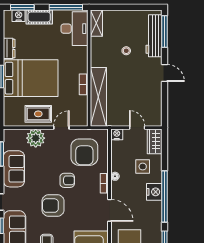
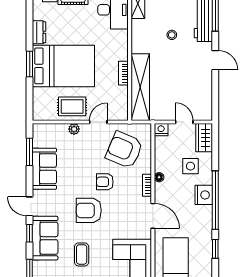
plant: (36, 138) -> (74, 129), width x0.53, depth x0.53
armchair: (84, 152) -> (124, 150), turned 113
armchair: (67, 180) -> (105, 182), turned 180

